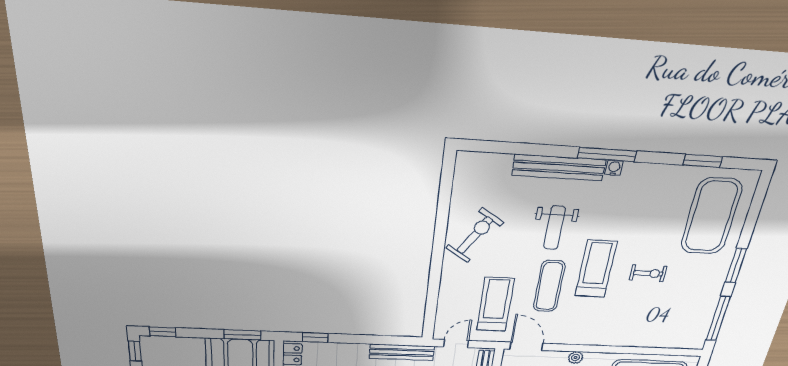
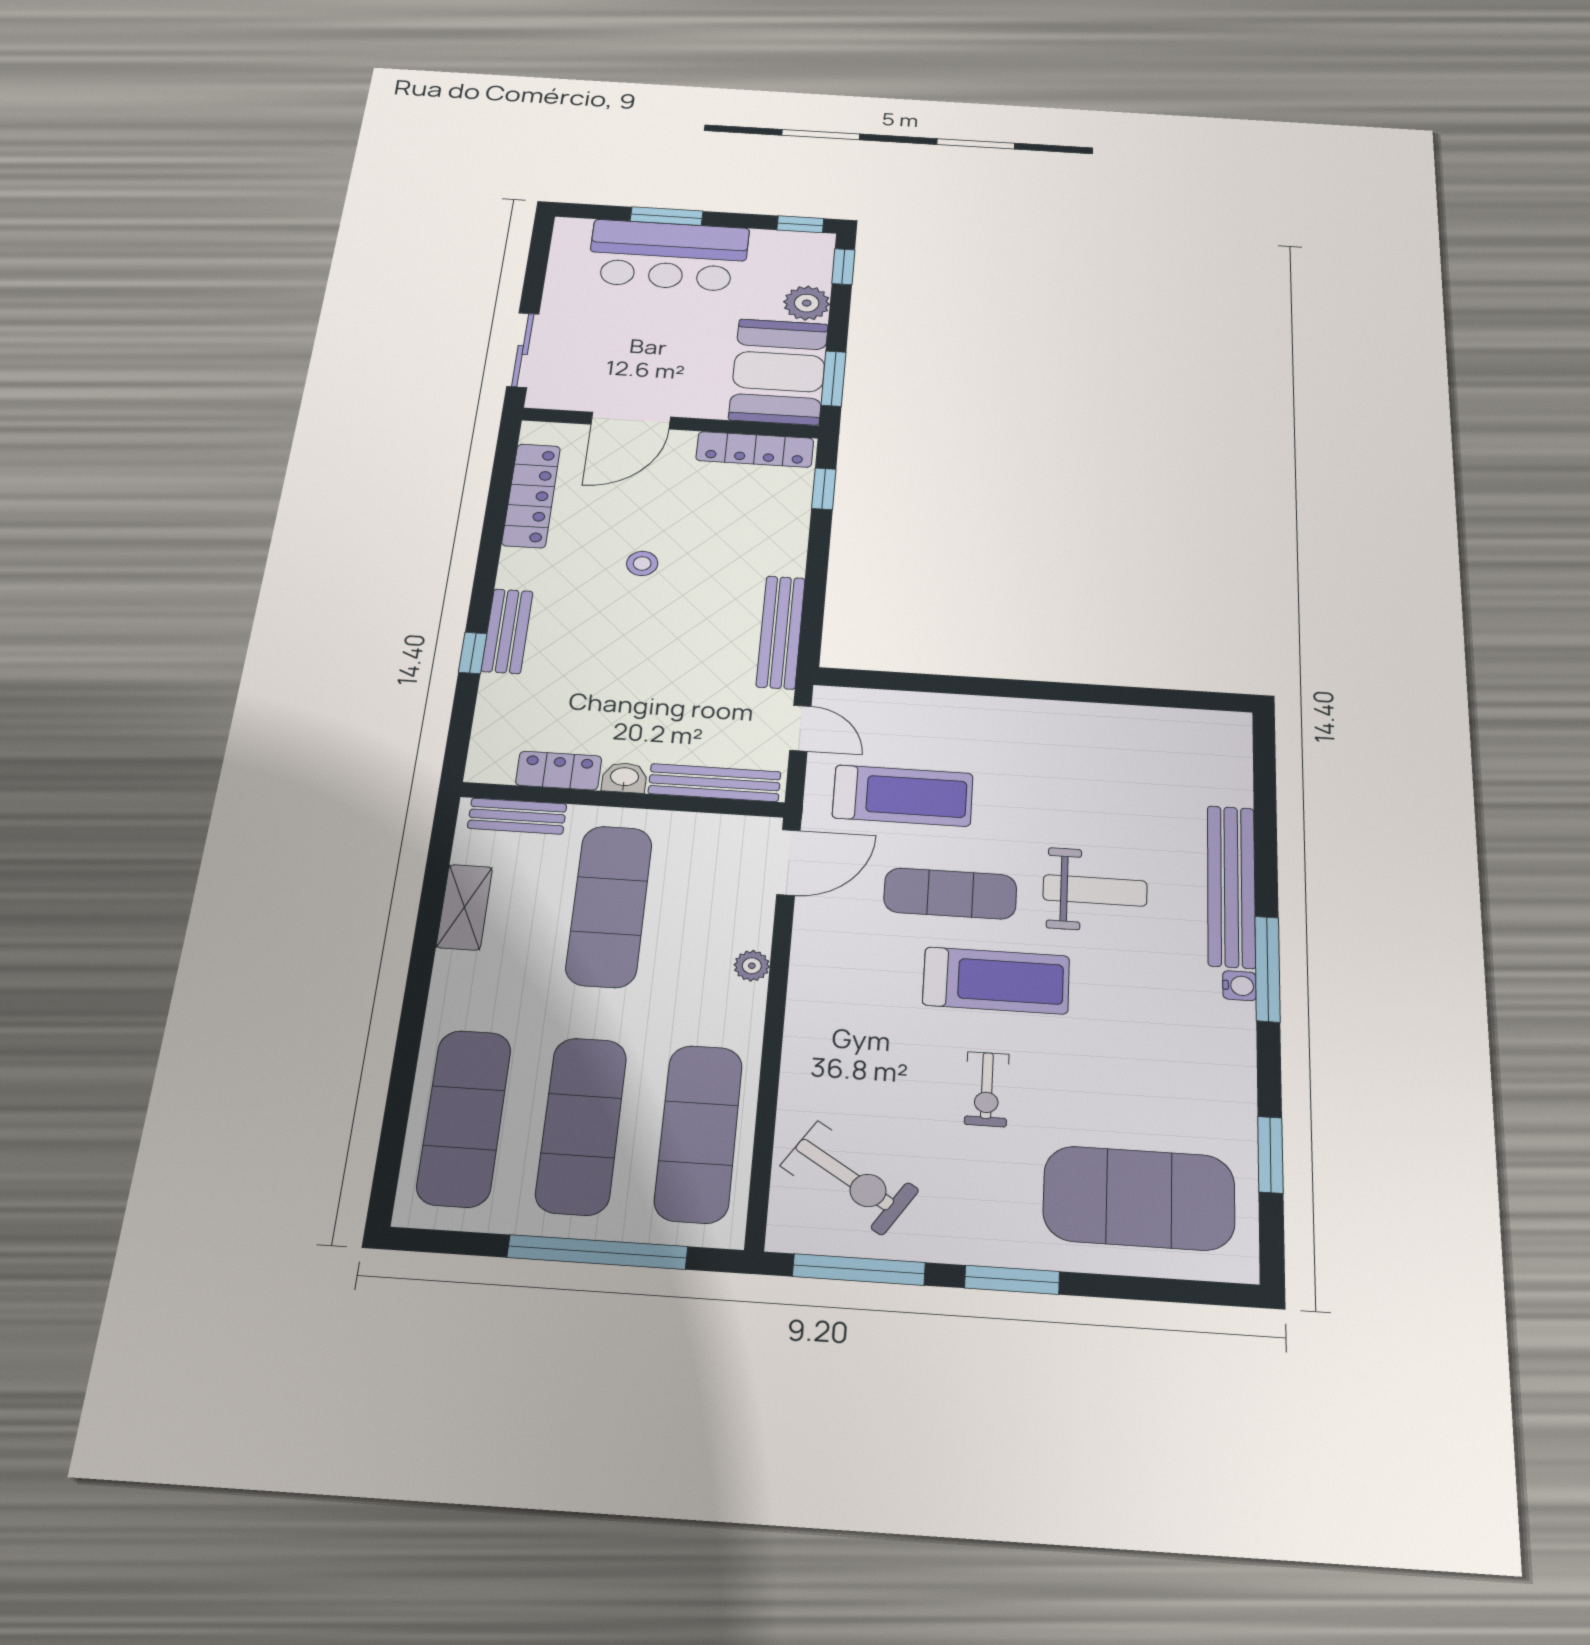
weight bench: (554, 228) -> (1095, 890), turned 180
exercise bike: (475, 235) -> (850, 1178), moved
plant: (192, 347) -> (807, 303), added

